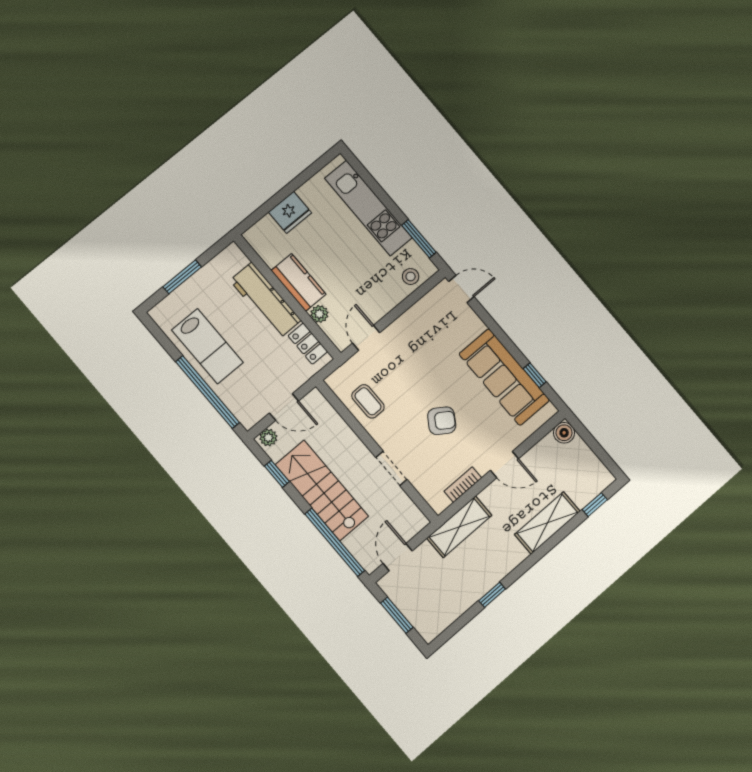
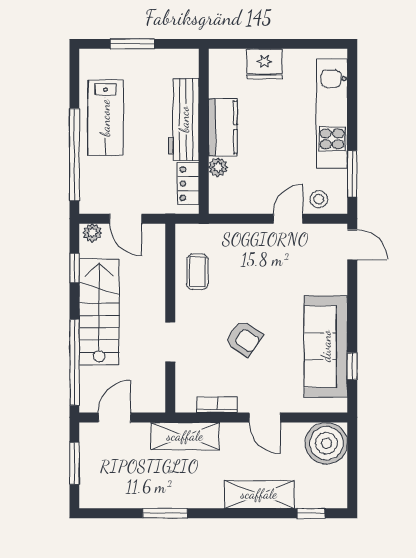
door: (366, 338) -> (288, 219), moved
boiler: (564, 433) -> (326, 443), width x1.86, depth x1.86
window: (492, 595) -> (165, 513), width x1.50

